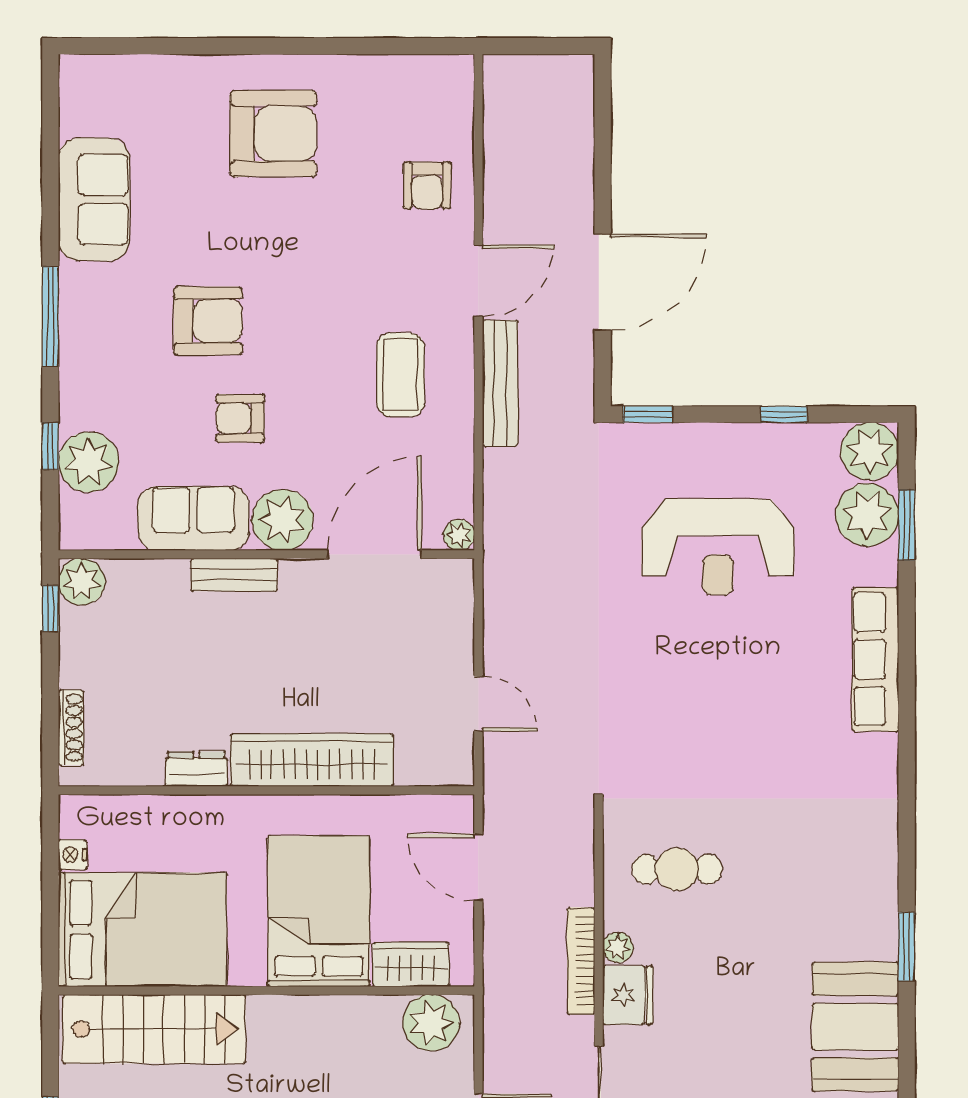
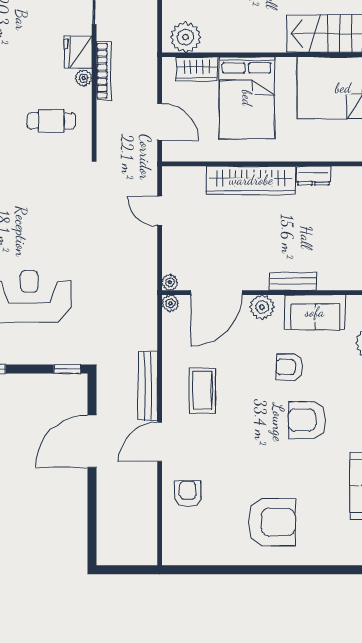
armchair: (273, 133) -> (272, 522), turned 180
armchair: (240, 418) -> (290, 367), turned 180
plant: (283, 520) -> (262, 307), width x0.73, depth x0.73
plant: (460, 573) -> (170, 282), added

